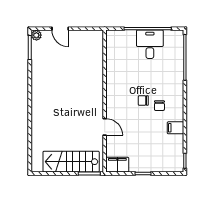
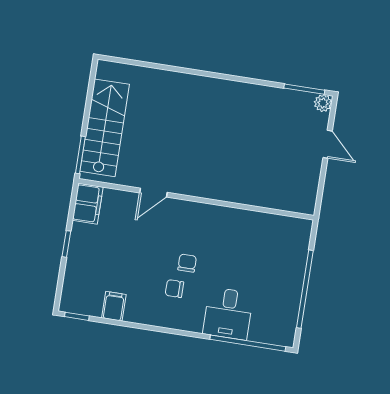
door: (60, 29) -> (328, 144), swing flipped
desk: (150, 44) -> (228, 314), moved, turned 90
filing cabinet: (175, 128) -> (114, 306), moved

